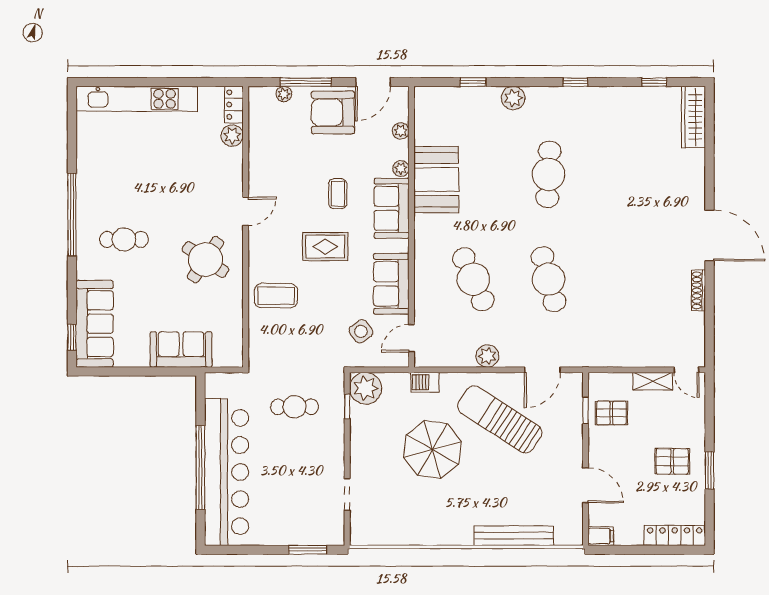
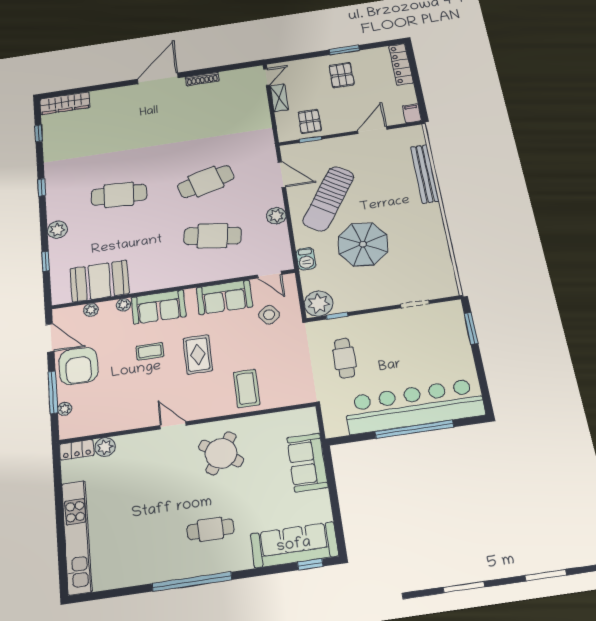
booth: (436, 180) -> (100, 281), moved
cafe table: (124, 239) -> (211, 529), turned 90
cafe table: (473, 279) -> (213, 236), turned 33

